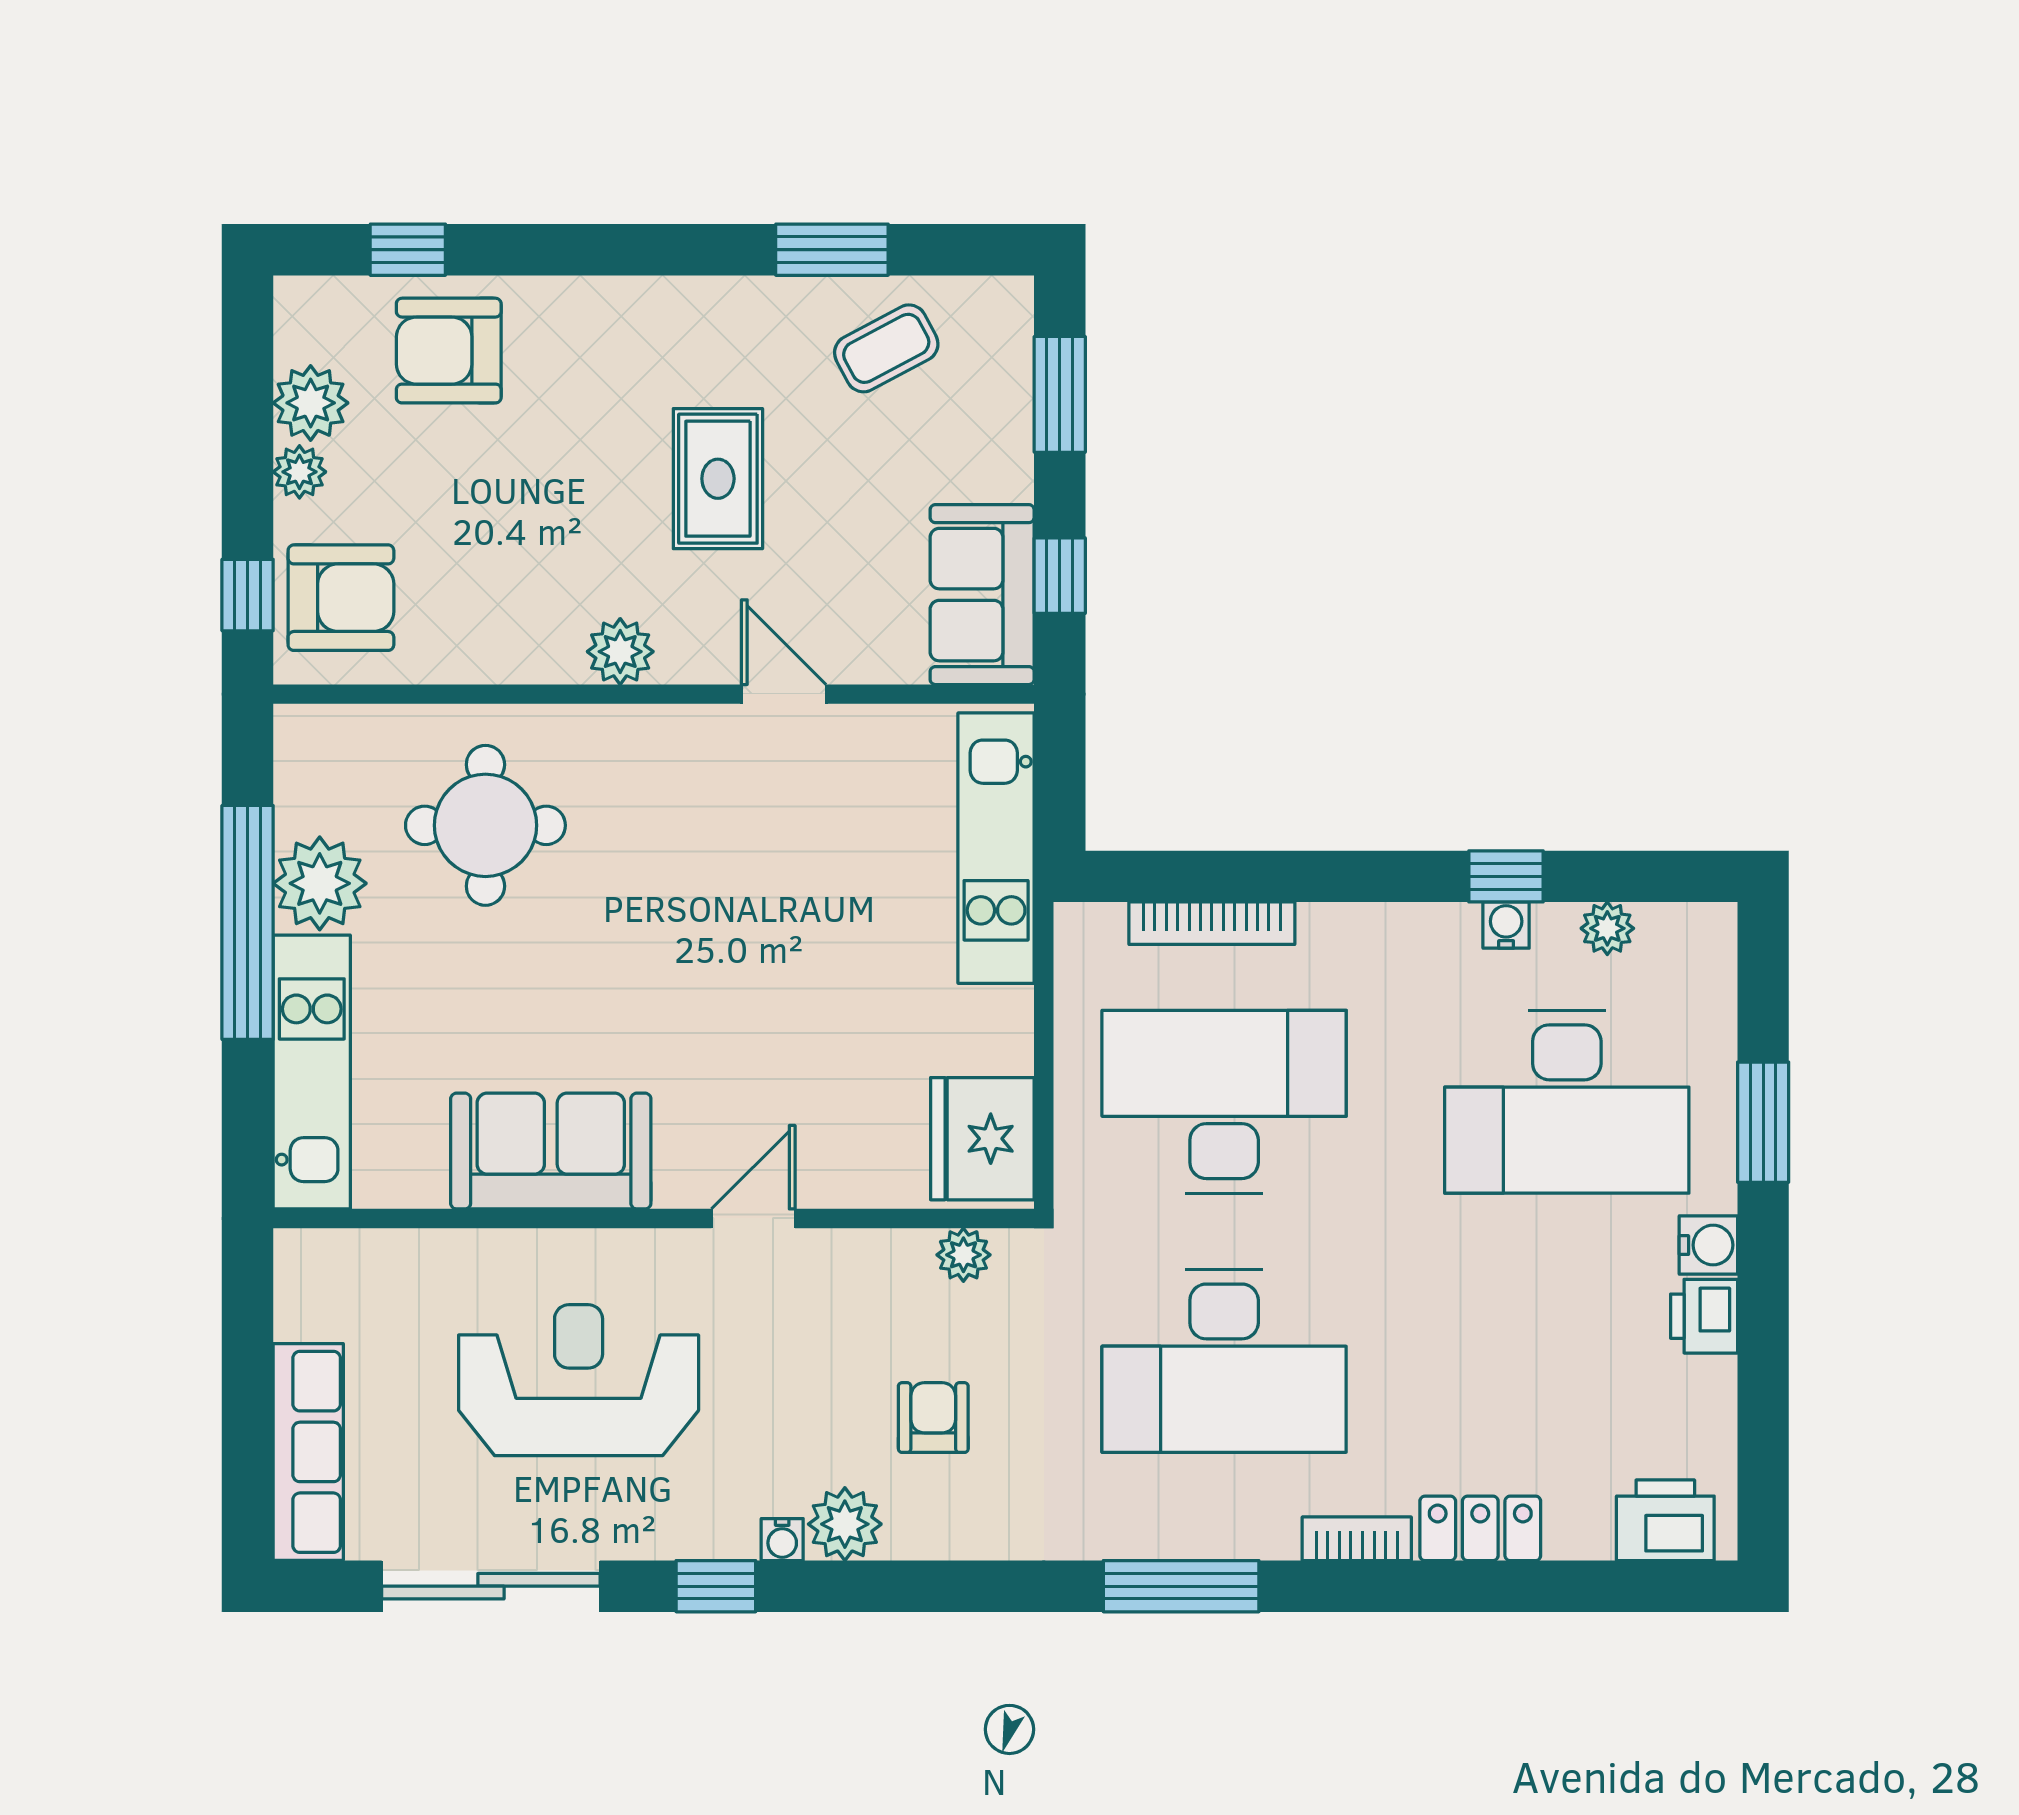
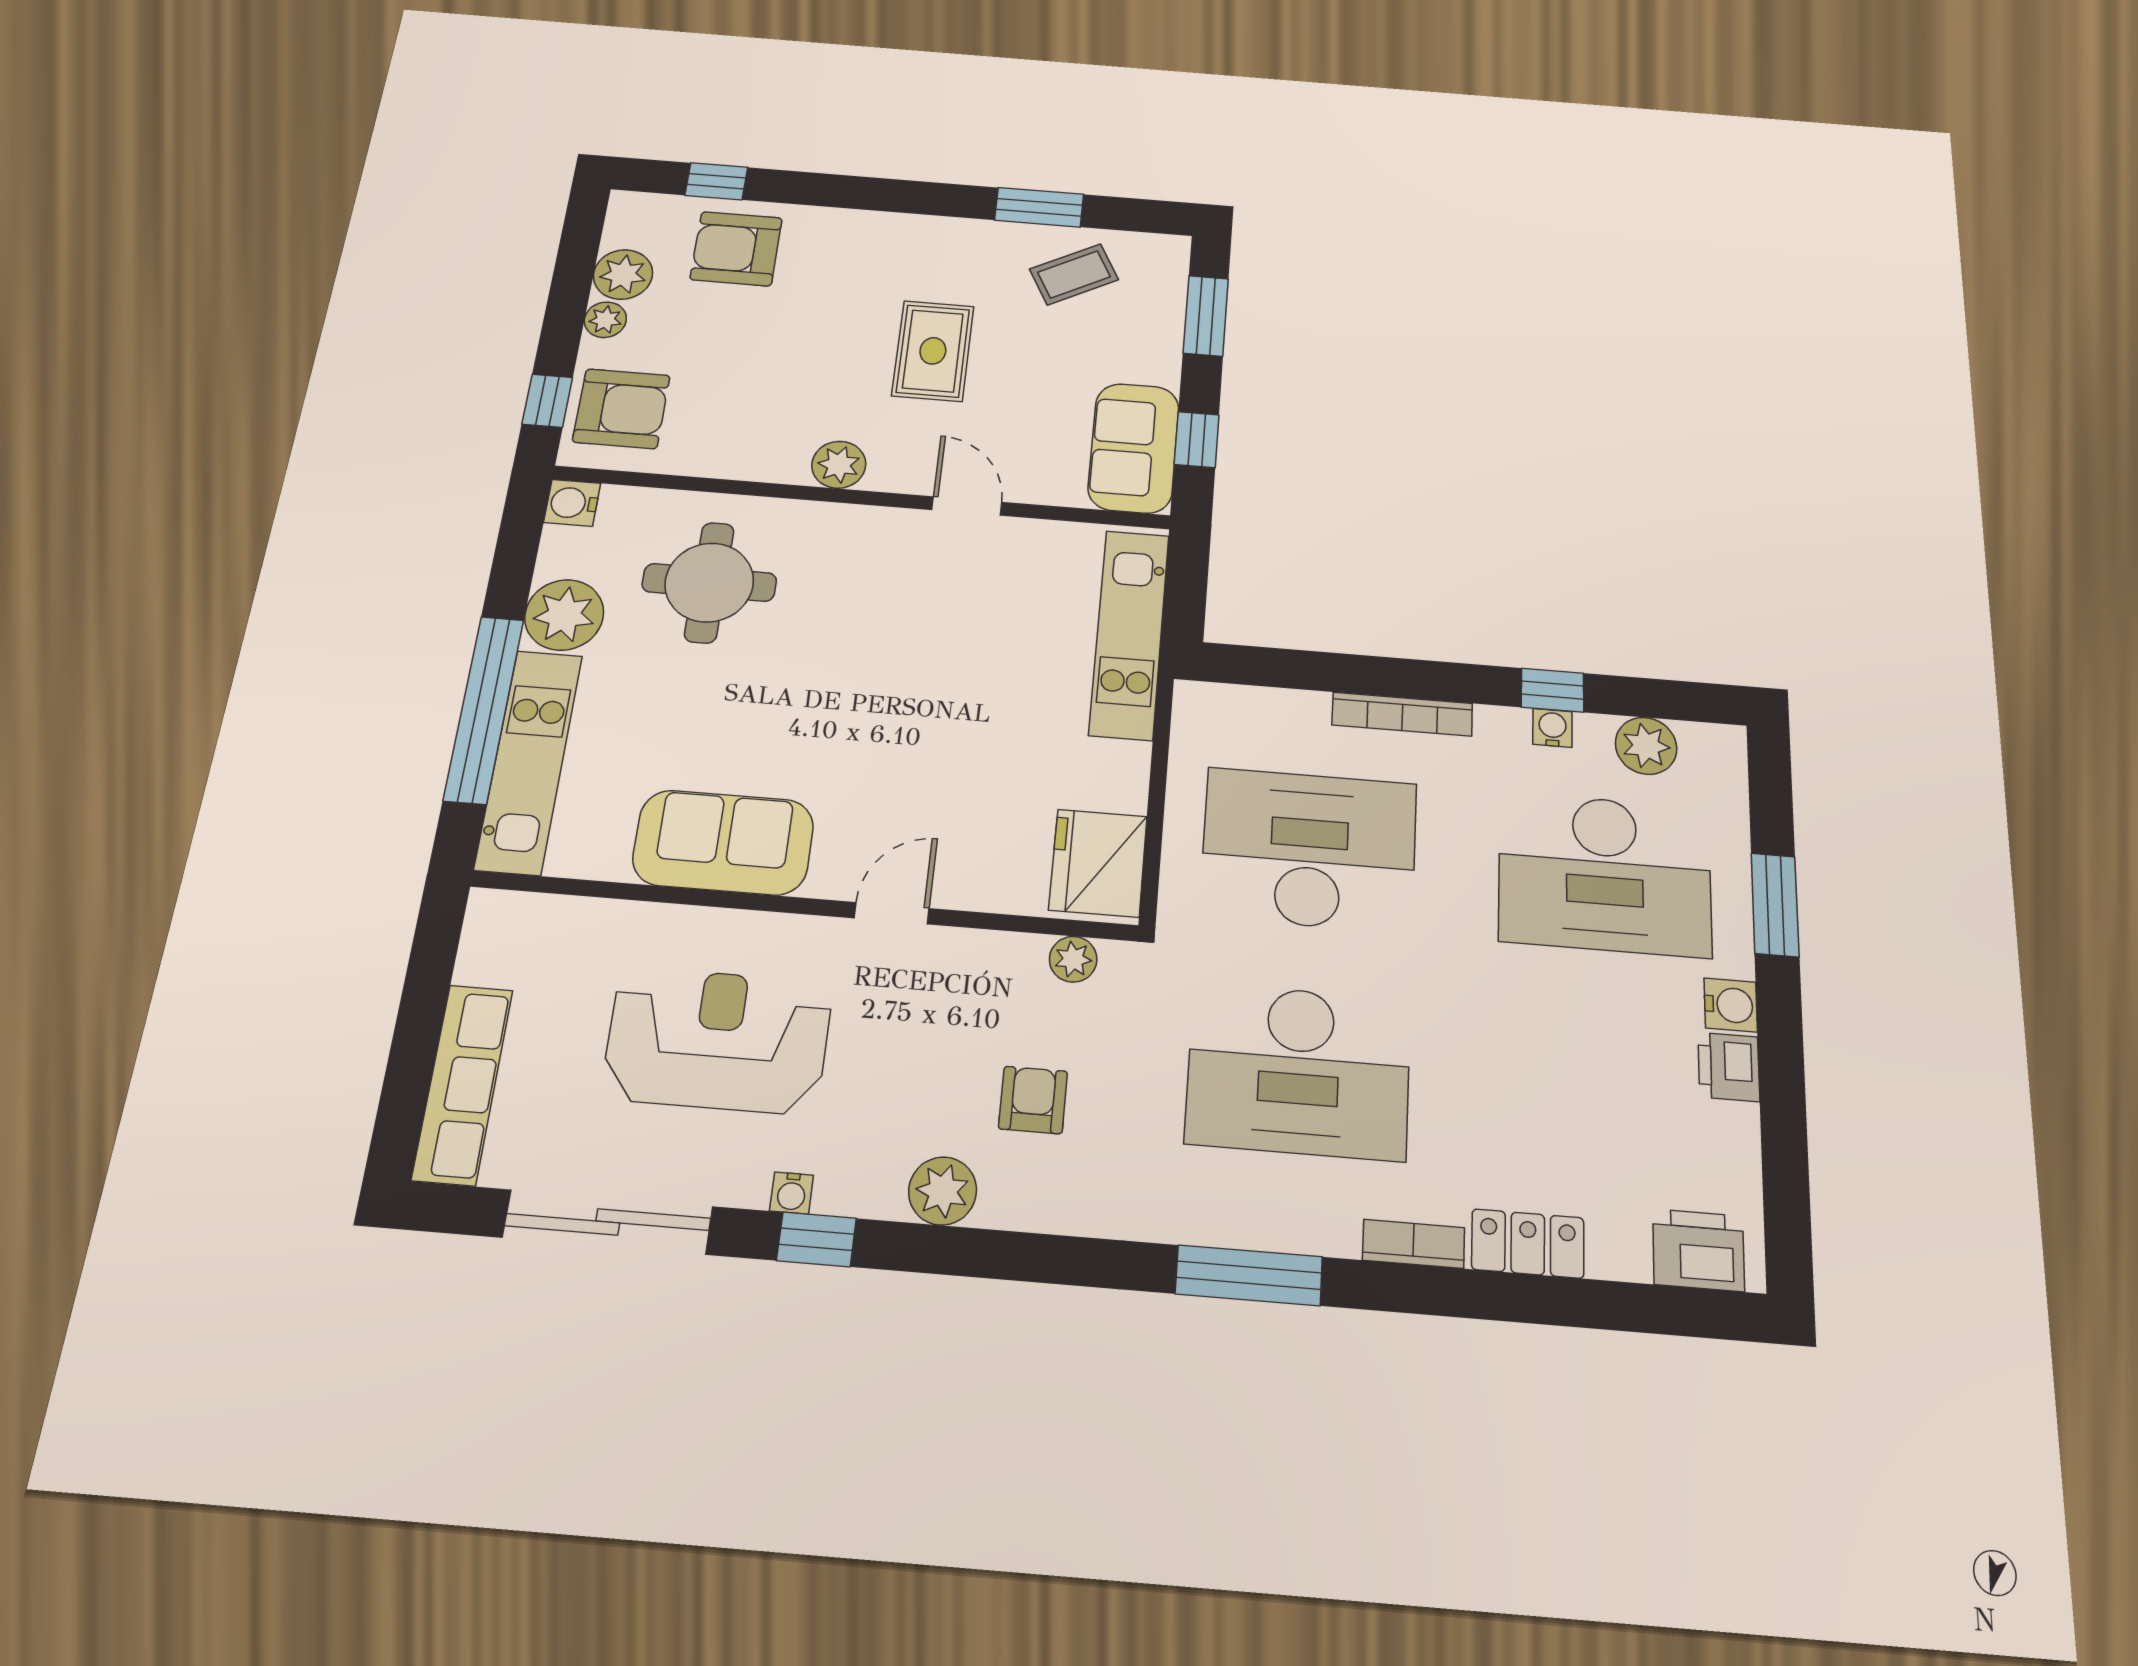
water cooler: (303, 734) -> (572, 503), added
window: (248, 922) -> (484, 709), moved
bookcase: (1212, 923) -> (1402, 714), moved
plant: (1607, 928) -> (1646, 746), width x1.38, depth x1.38
water cooler: (782, 1540) -> (792, 1193), moved

